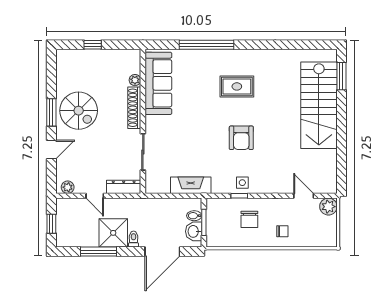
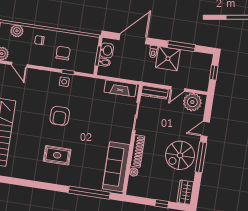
window: (206, 45) -> (89, 193), moved
wardrobe: (65, 64) -> (185, 192), added
spiral stairs: (79, 111) -> (180, 155), turned -90
window: (51, 112) -> (201, 157), width x1.44
armchair: (241, 138) -> (60, 116), turned 180
fireplace: (191, 185) -> (120, 88), moved
plant: (68, 187) -> (192, 102), width x1.87, depth x1.87
door: (95, 196) -> (178, 89), swing flipped
plant: (313, 239) -> (17, 31), added

